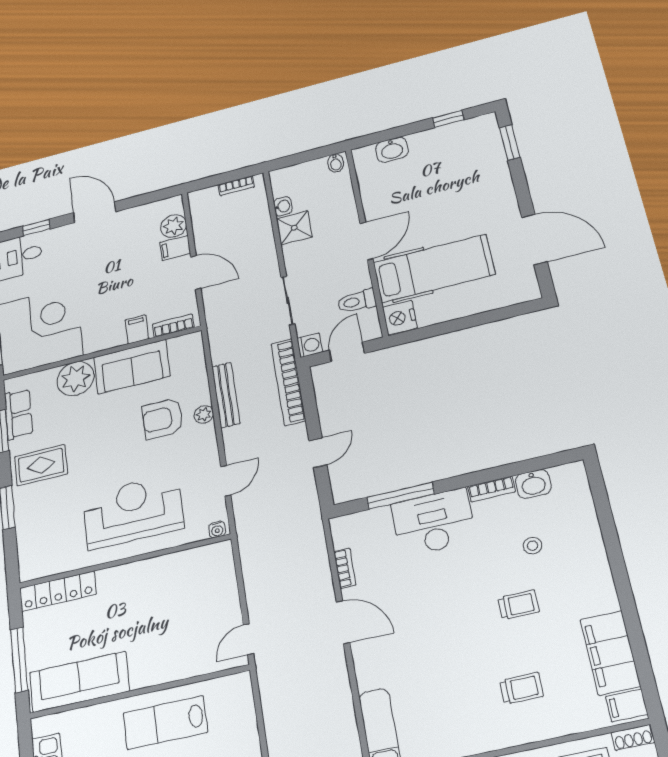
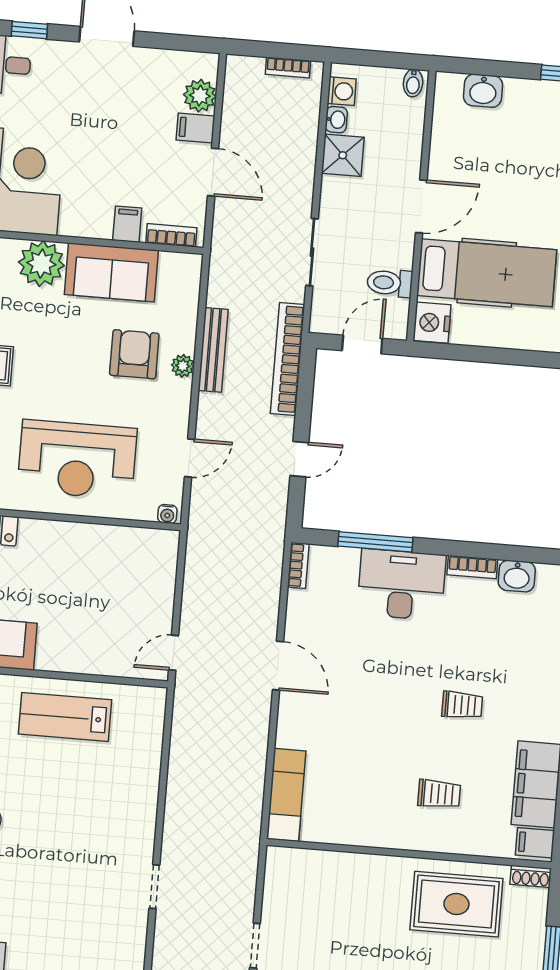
washing machine: (310, 345) -> (342, 91), moved
armchair: (163, 419) -> (134, 354), turned 90
reception desk: (133, 511) -> (77, 460), turned 180
stool: (533, 546) -> (495, 645), removed
bookcase: (345, 568) -> (298, 565), moved

